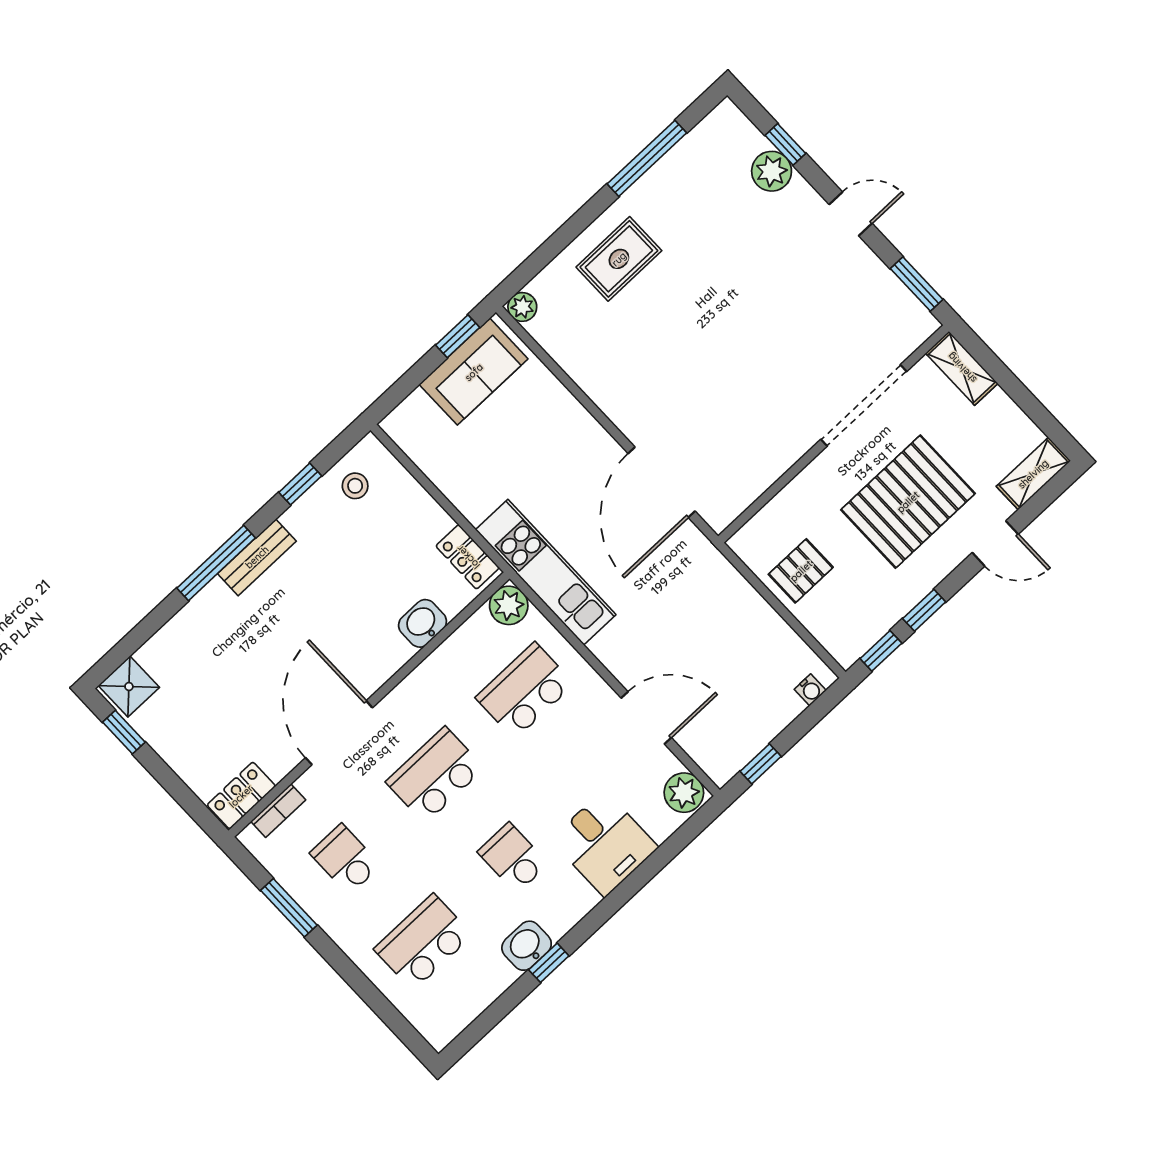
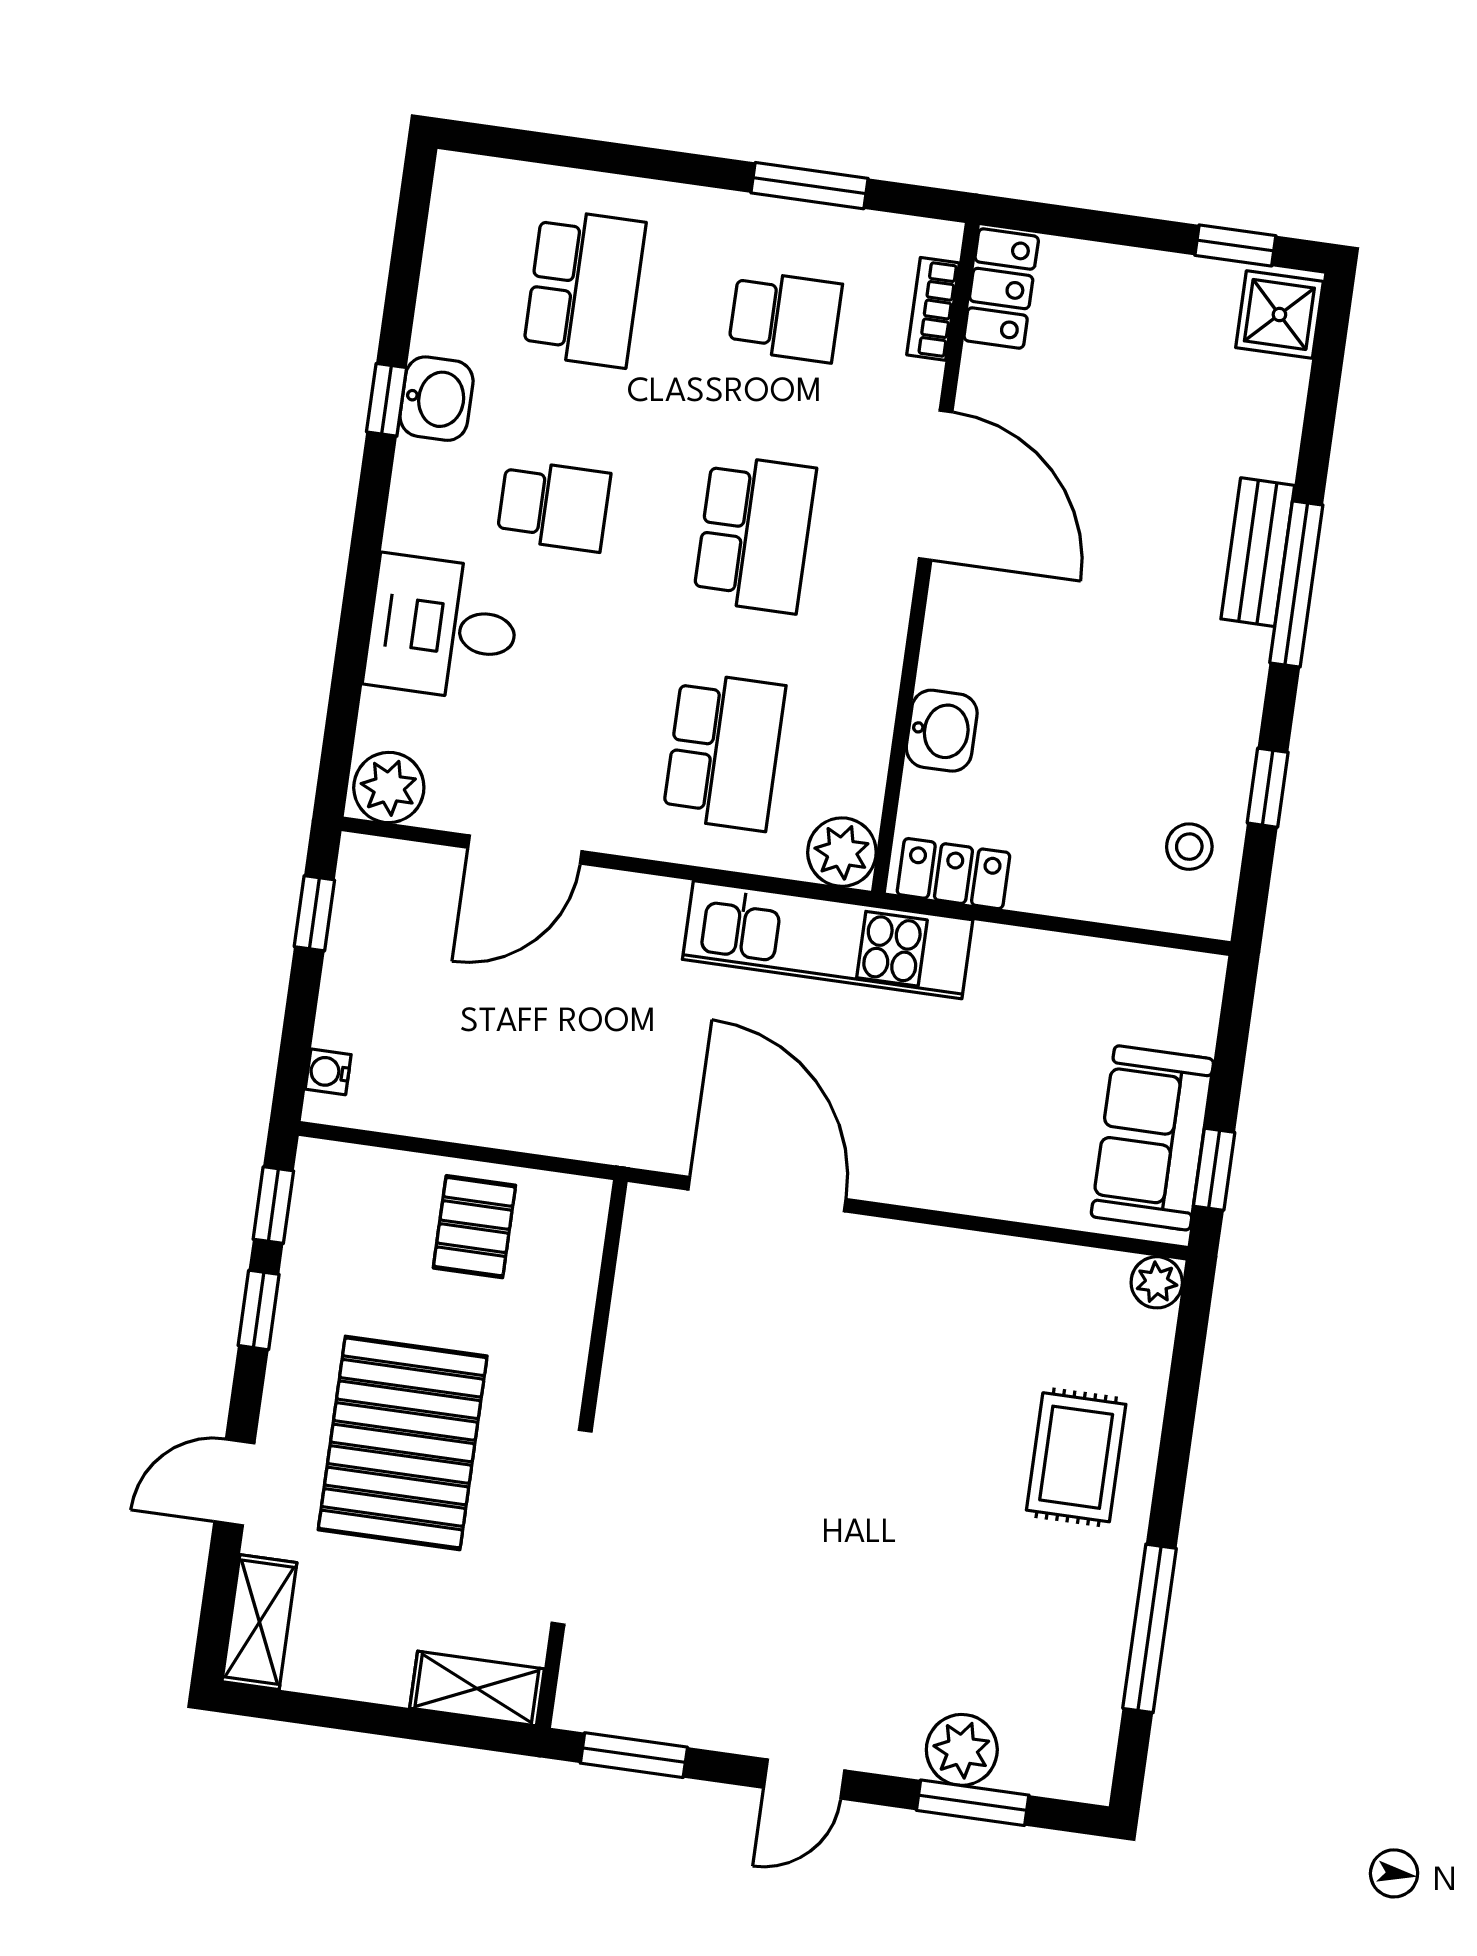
window: (785, 144) -> (973, 1803), width x1.50
bench: (257, 557) -> (1258, 552), moved

